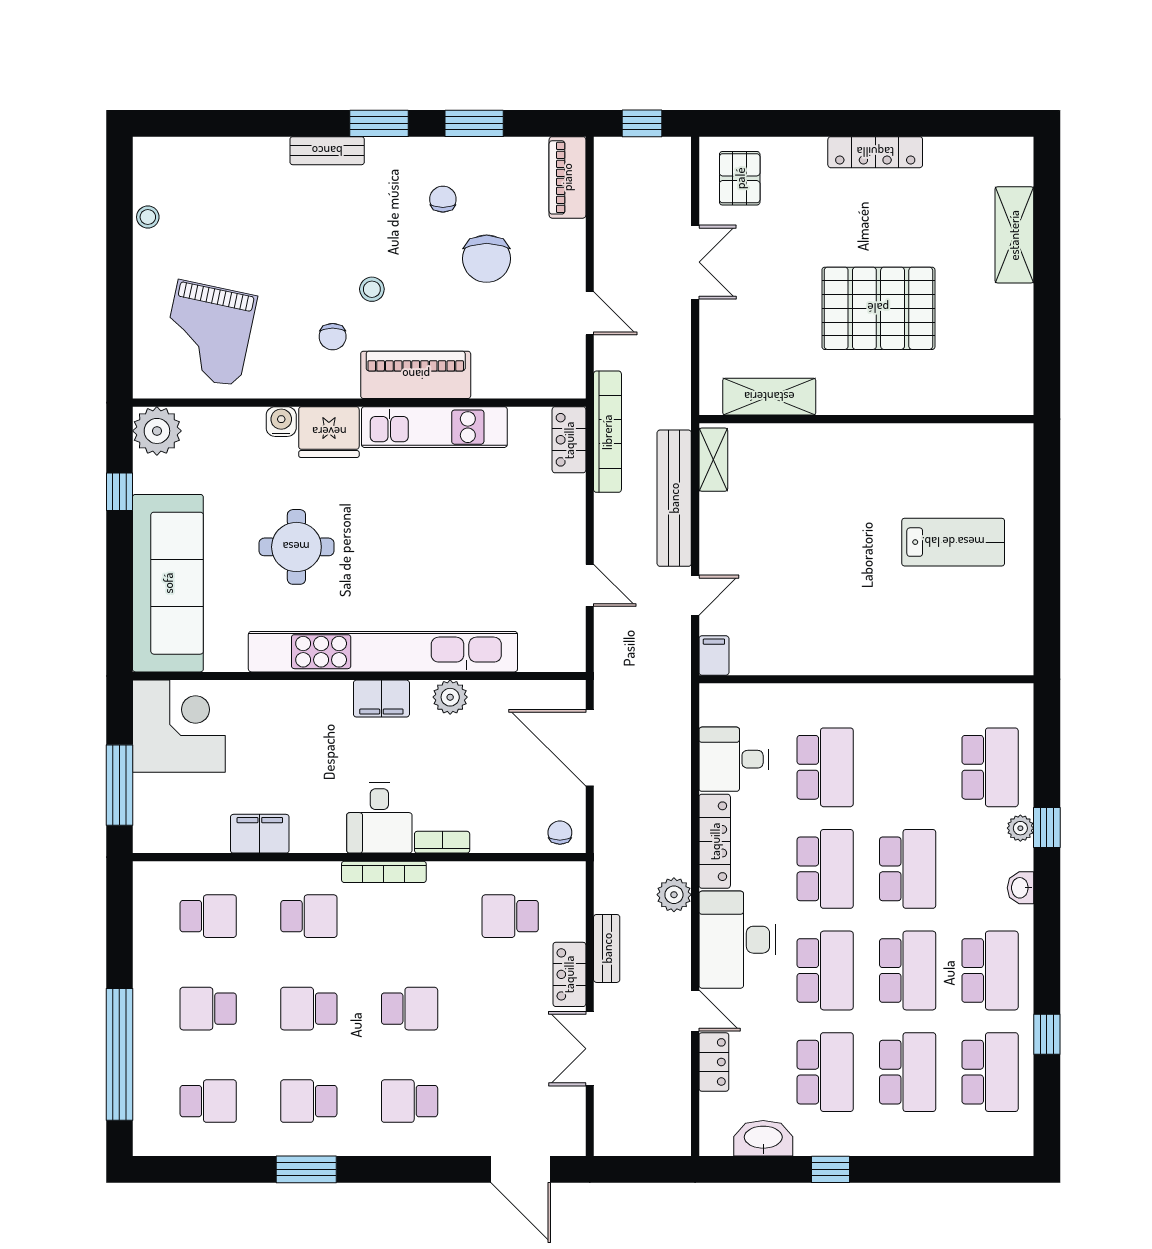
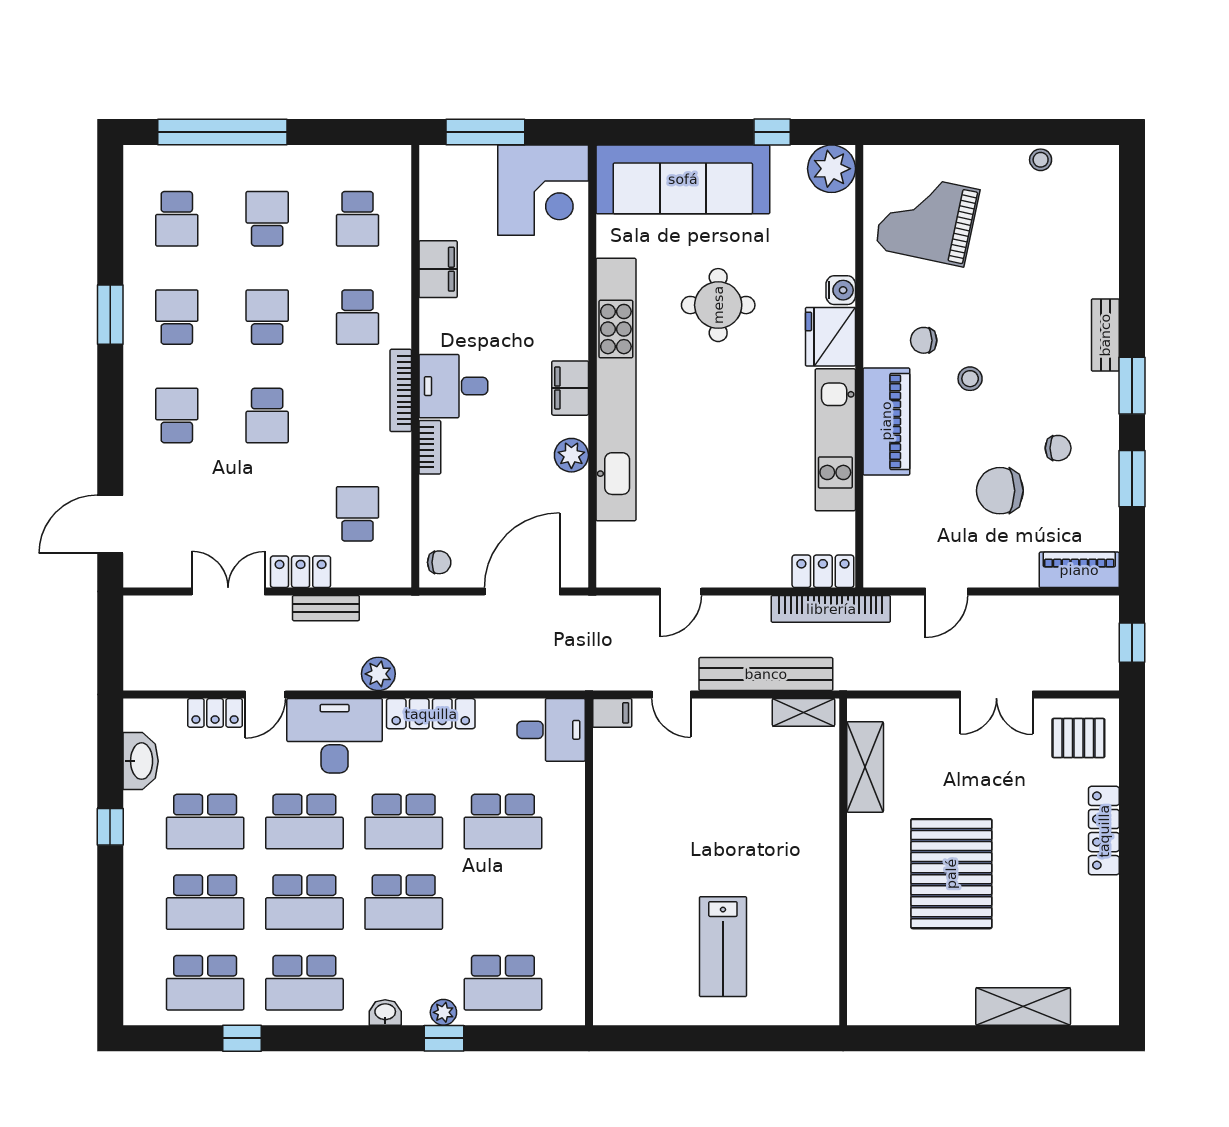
locker: (875, 152) -> (1104, 831), moved
desk: (734, 759) -> (551, 730), moved, turned 90

